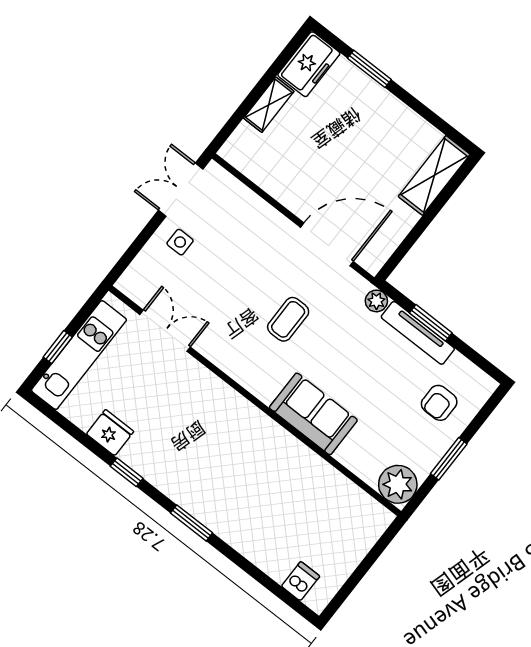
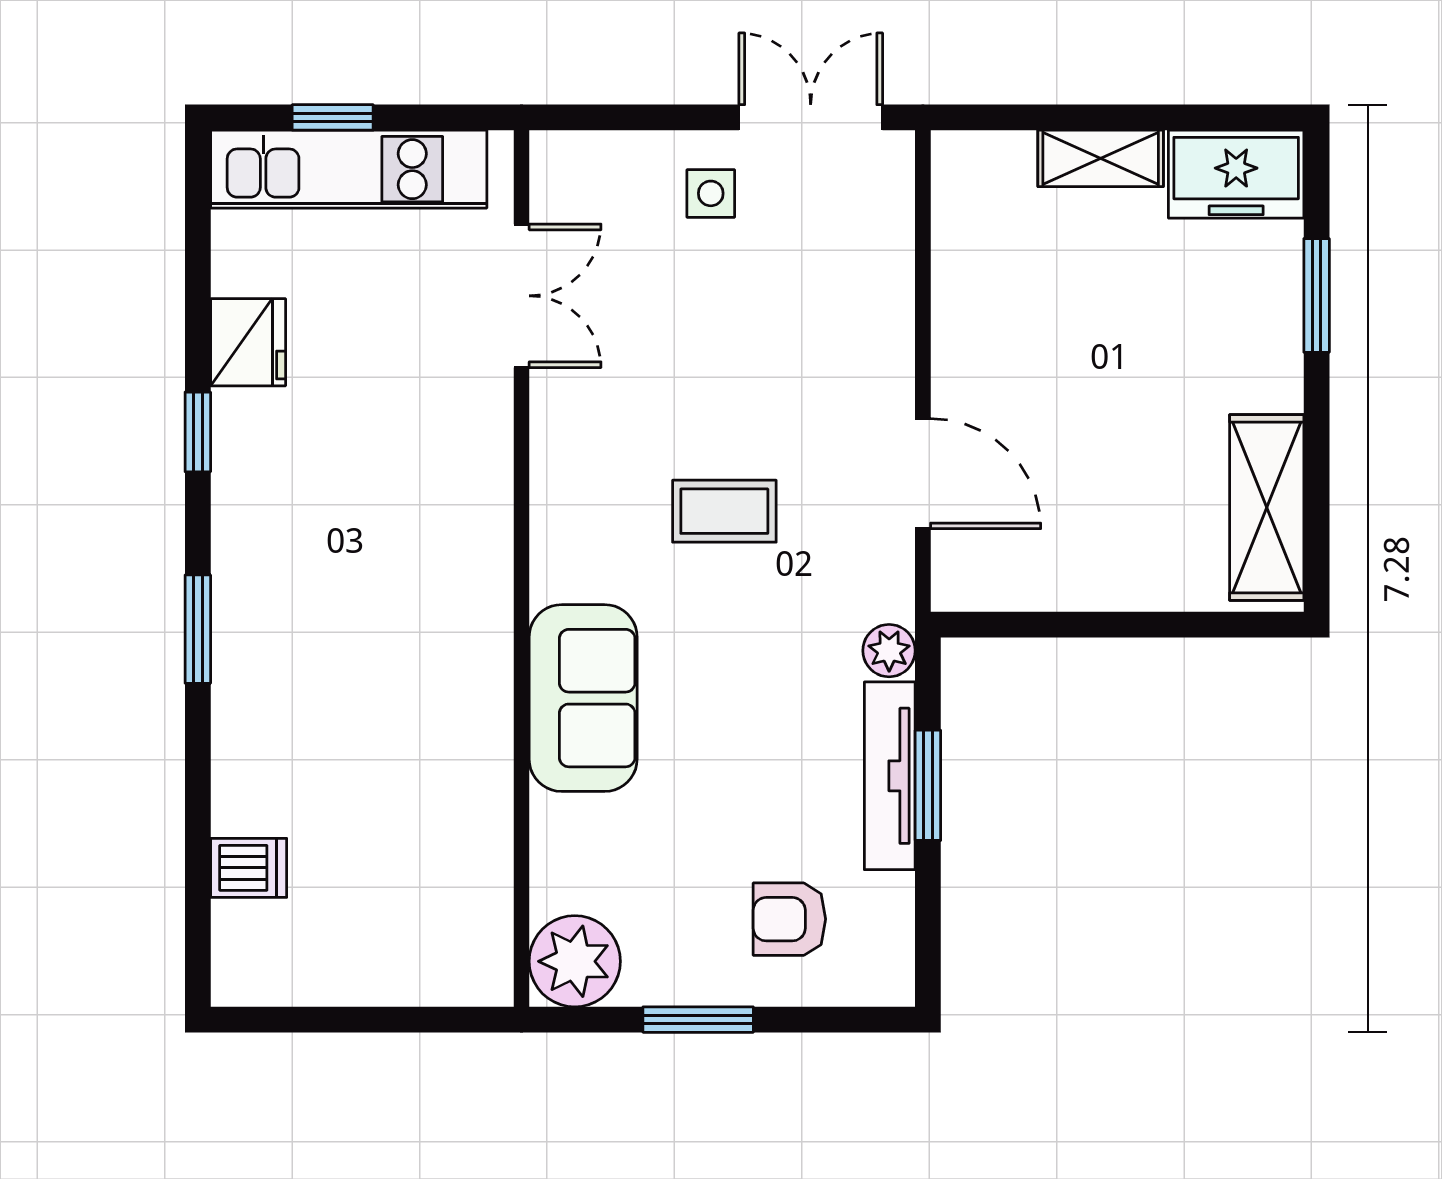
shelving: (434, 175) -> (1267, 507), moved, turned 90
door: (327, 244) -> (923, 474), width x0.73
dishwasher: (301, 581) -> (249, 868), moved

